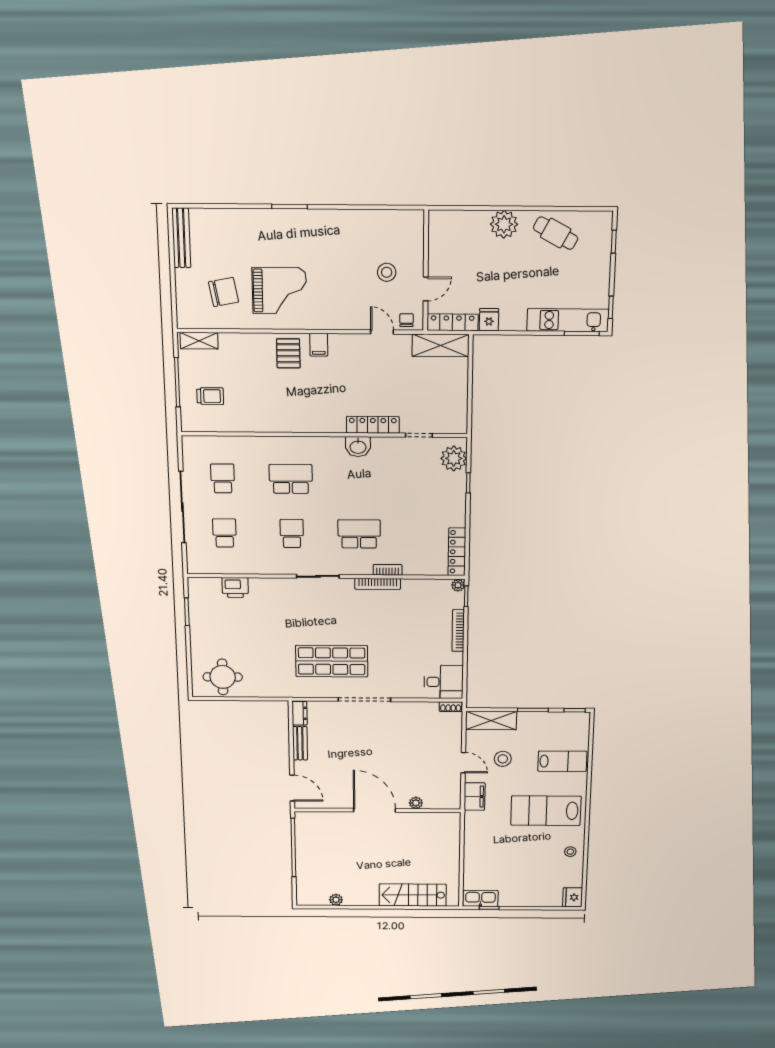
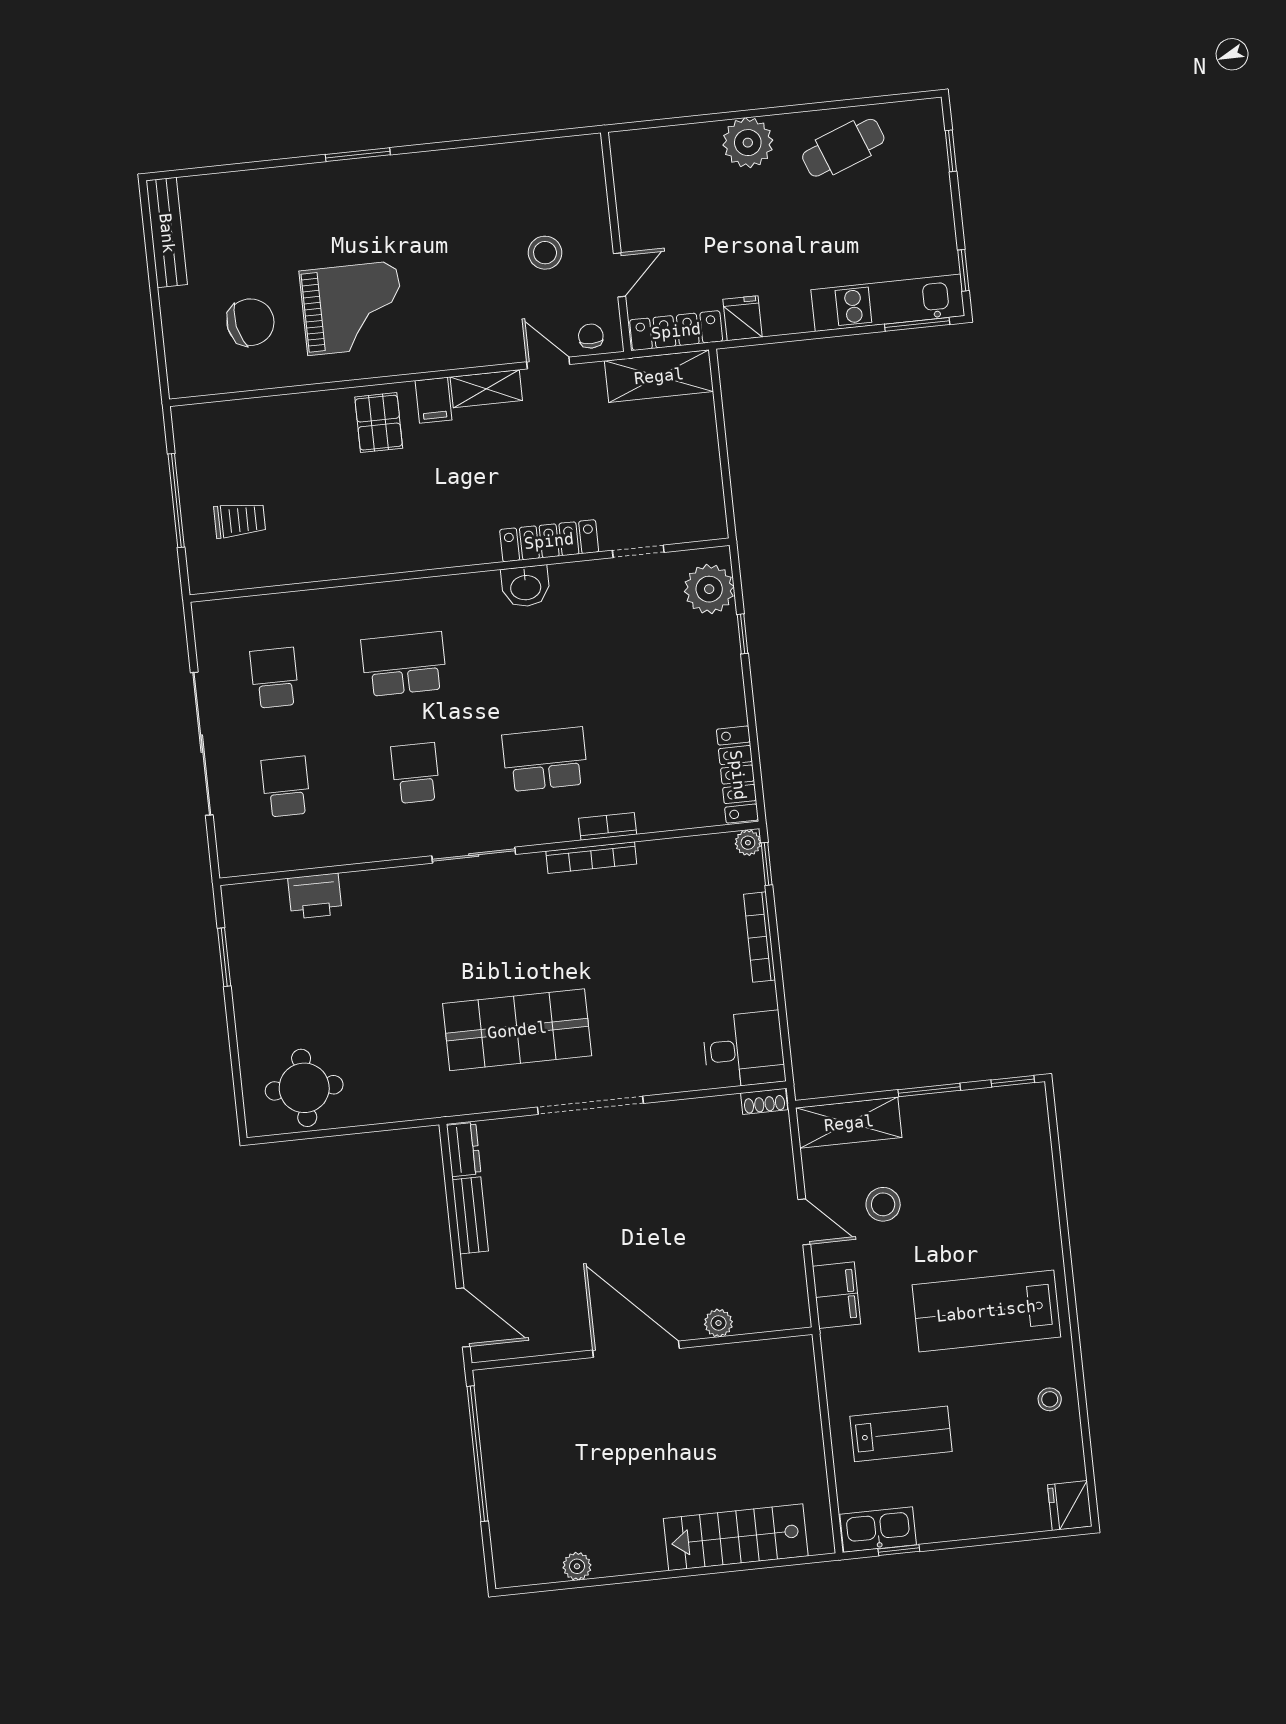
cafe table: (556, 233) -> (843, 148), turned -49
shelving: (199, 341) -> (486, 389), moved
lab bench: (562, 761) -> (901, 1434), moved

